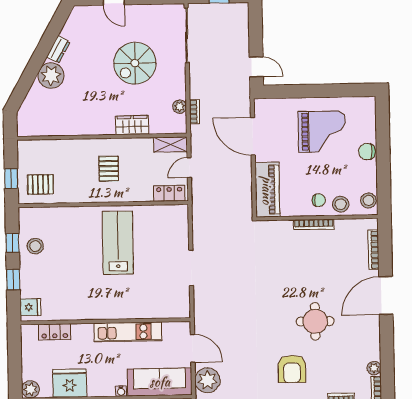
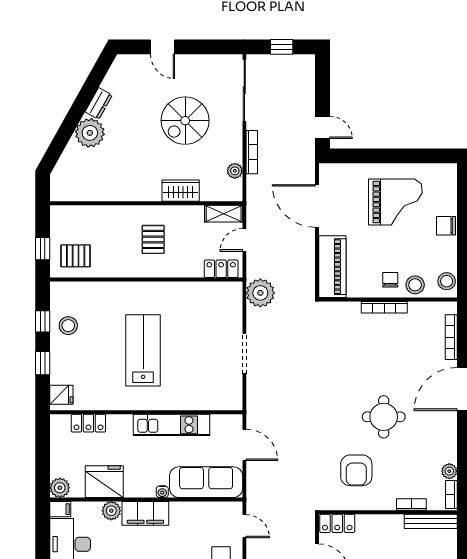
bookcase: (195, 112) -> (252, 152), moved, width x1.56
chair: (319, 200) -> (390, 280), turned -90
lab bench: (118, 243) -> (143, 350), moved
plant: (207, 380) -> (260, 293), moved

